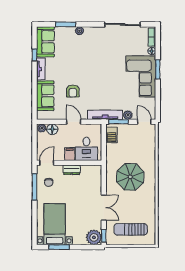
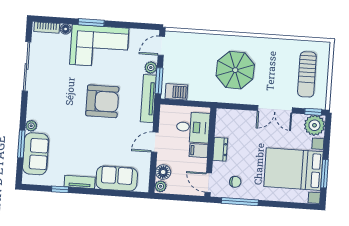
sofa: (45, 42) -> (36, 154), moved, turned 90
armchair: (73, 91) -> (102, 101), moved, width x1.88, depth x1.88
double door: (104, 208) -> (275, 109), swing flipped
bed with nightstands: (55, 224) -> (293, 169), width x1.36

